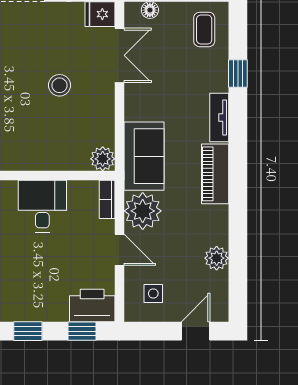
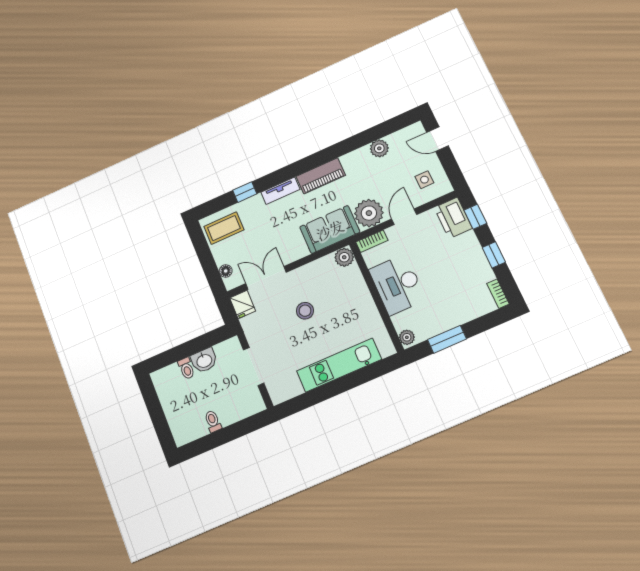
coffee table: (204, 29) -> (224, 228), width x1.36, depth x1.30
desk: (42, 206) -> (397, 285), width x1.37

